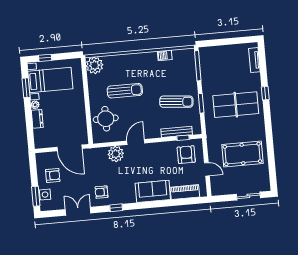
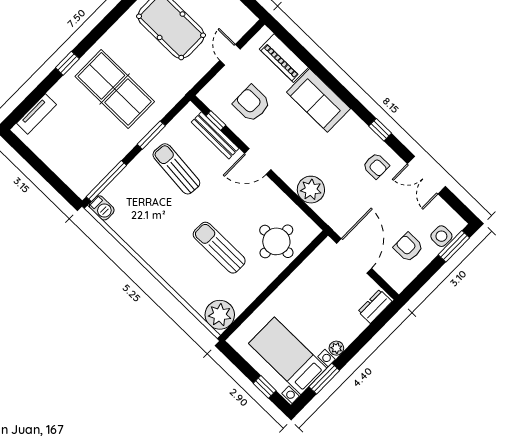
barbecue: (165, 55) -> (102, 208), moved
dresser: (37, 119) -> (375, 306), moved
door: (136, 142) -> (258, 161), moved
armchair: (186, 155) -> (252, 104), moved, turned 90

